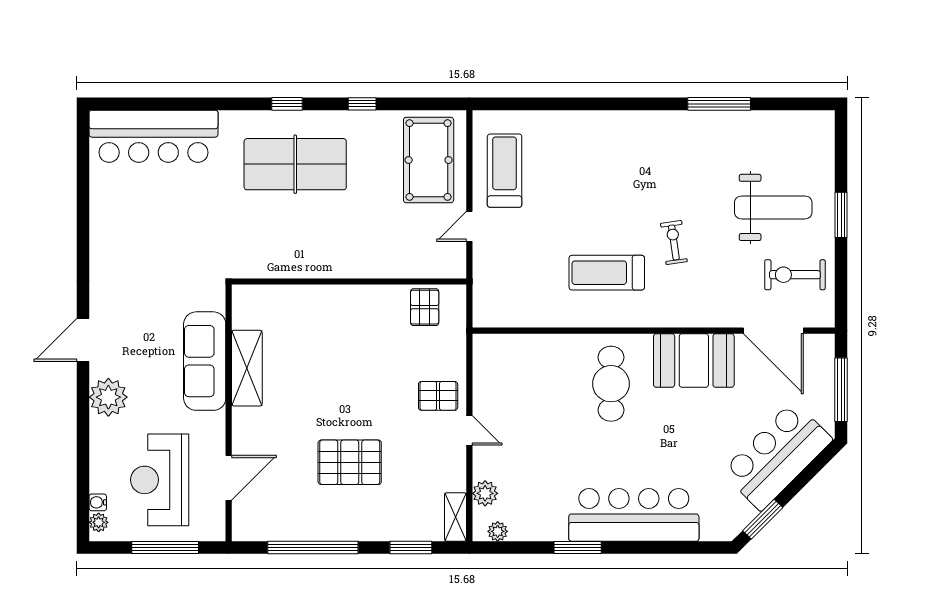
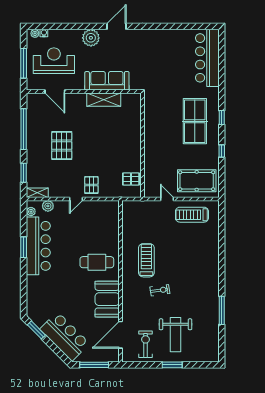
treadmill: (505, 171) -> (192, 215), turned 180
door: (83, 340) -> (116, 26), hinge flipped
bar counter: (634, 515) -> (38, 246), moved

